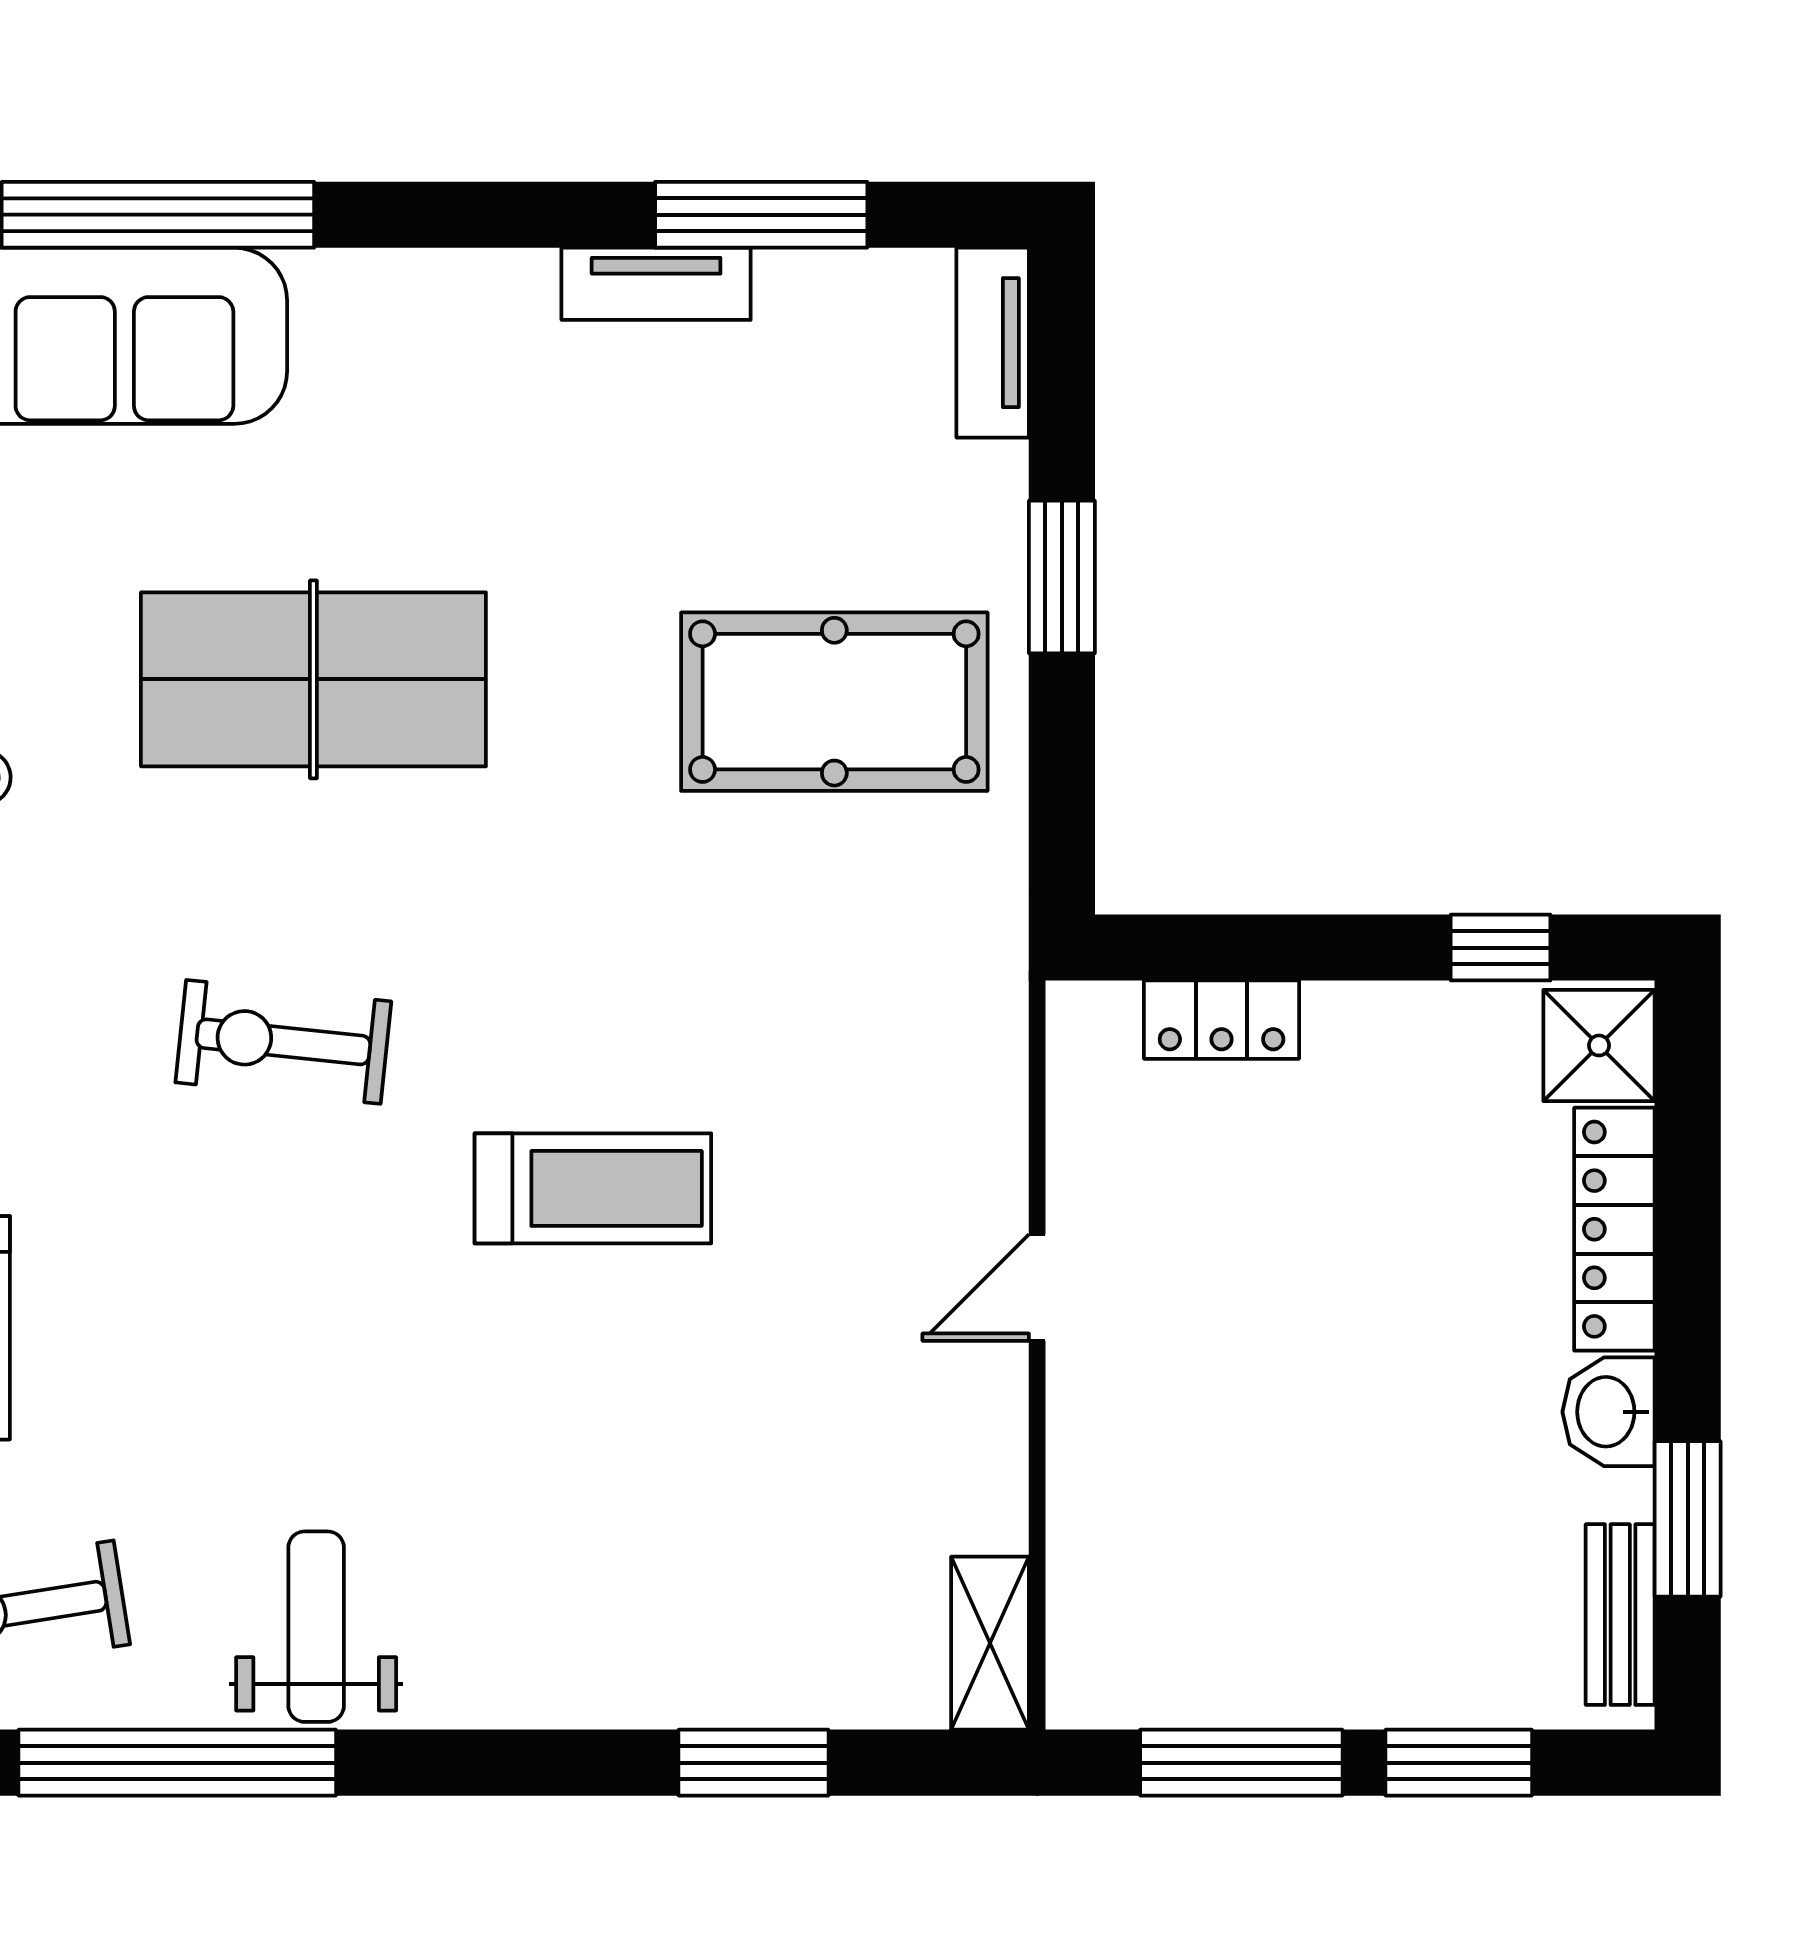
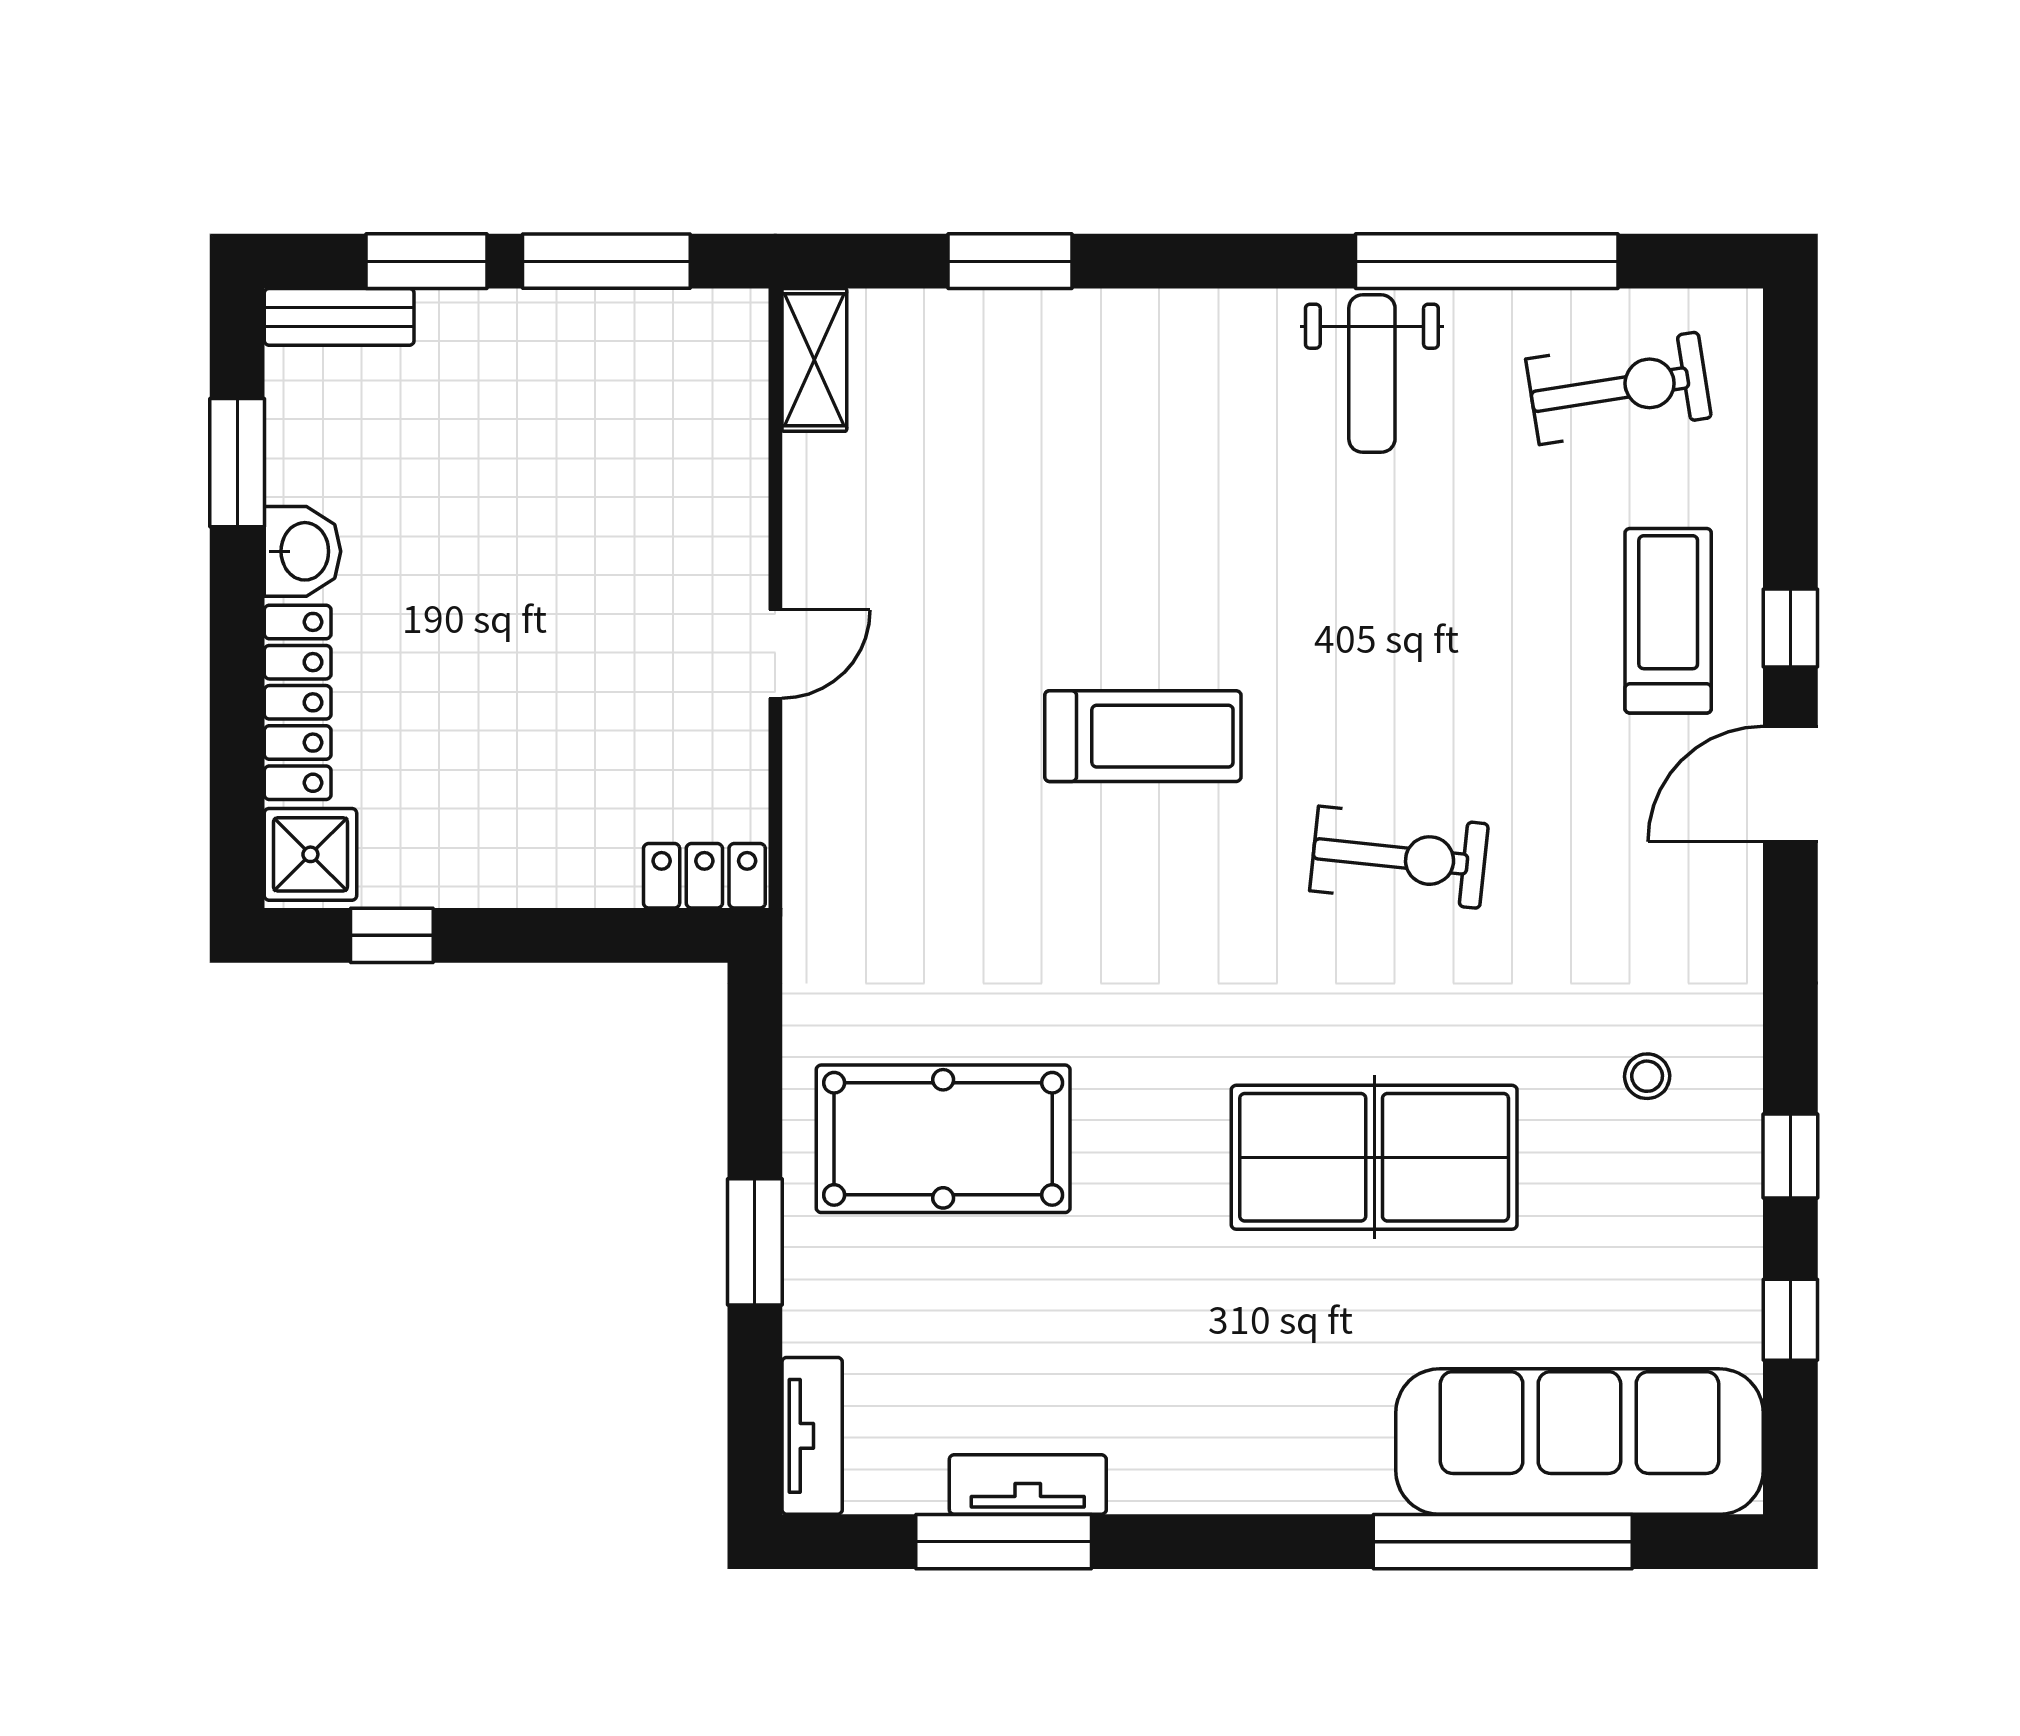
tv unit: (656, 284) -> (1028, 1485), moved
locker: (1222, 1020) -> (704, 876), moved
treadmill: (593, 1188) -> (1143, 736), turned 180
bench: (1620, 1615) -> (339, 317), moved, turned 90

